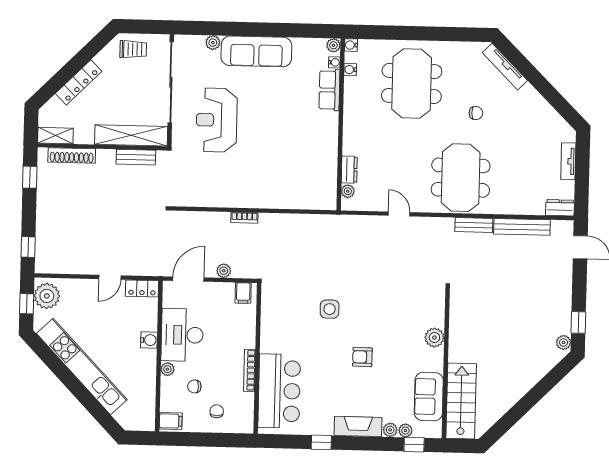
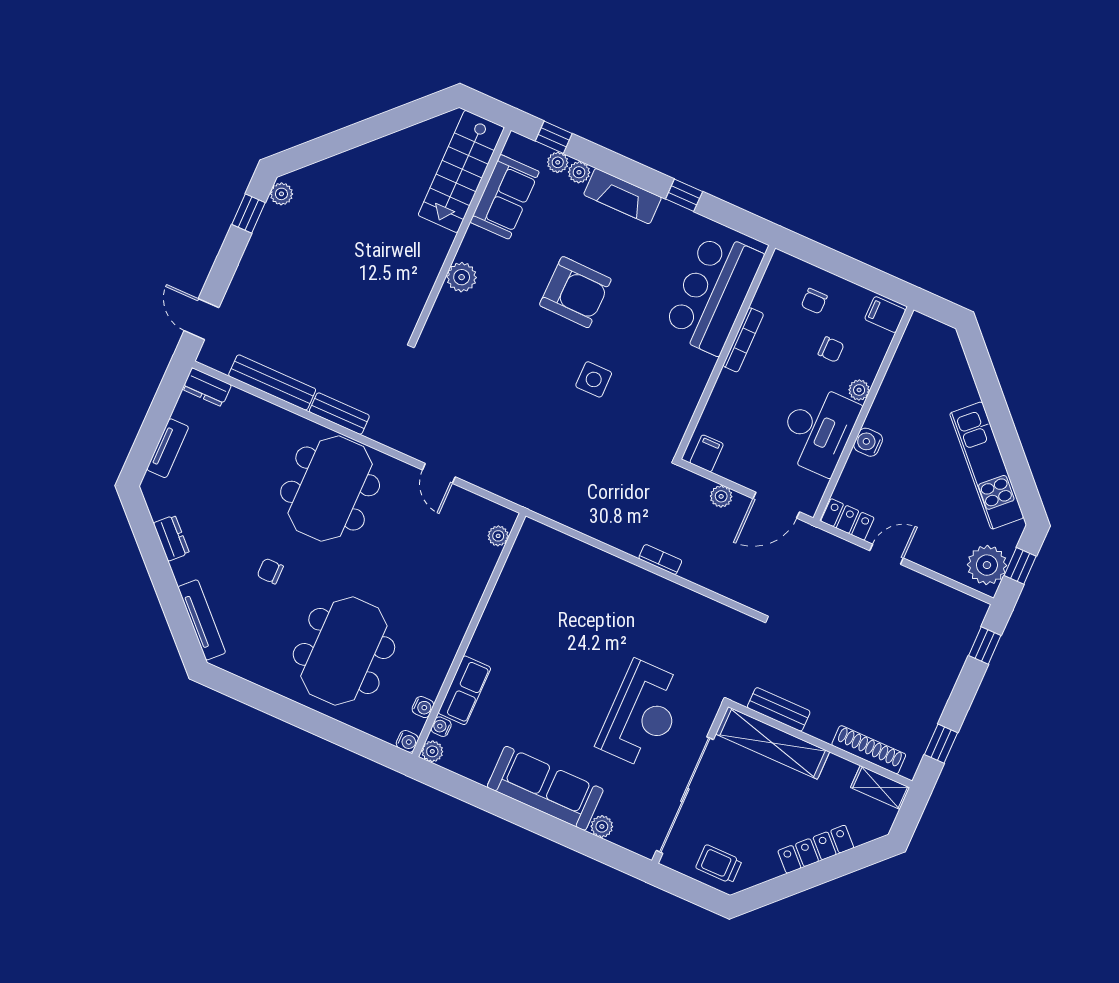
dresser: (349, 170) -> (171, 538), moved, turned 135
armchair: (362, 357) -> (575, 292), width x1.88, depth x1.88
kitchen unit: (82, 367) -> (987, 466), width x0.73

